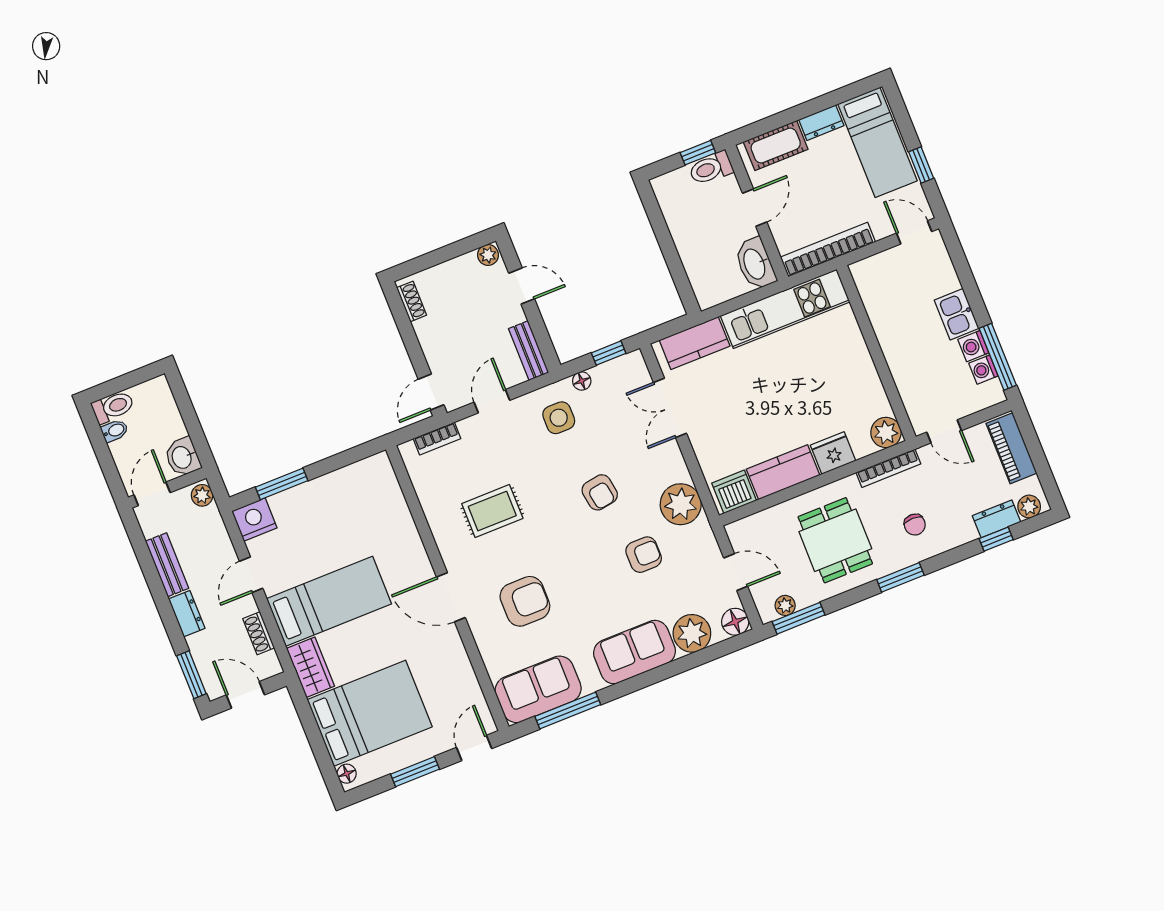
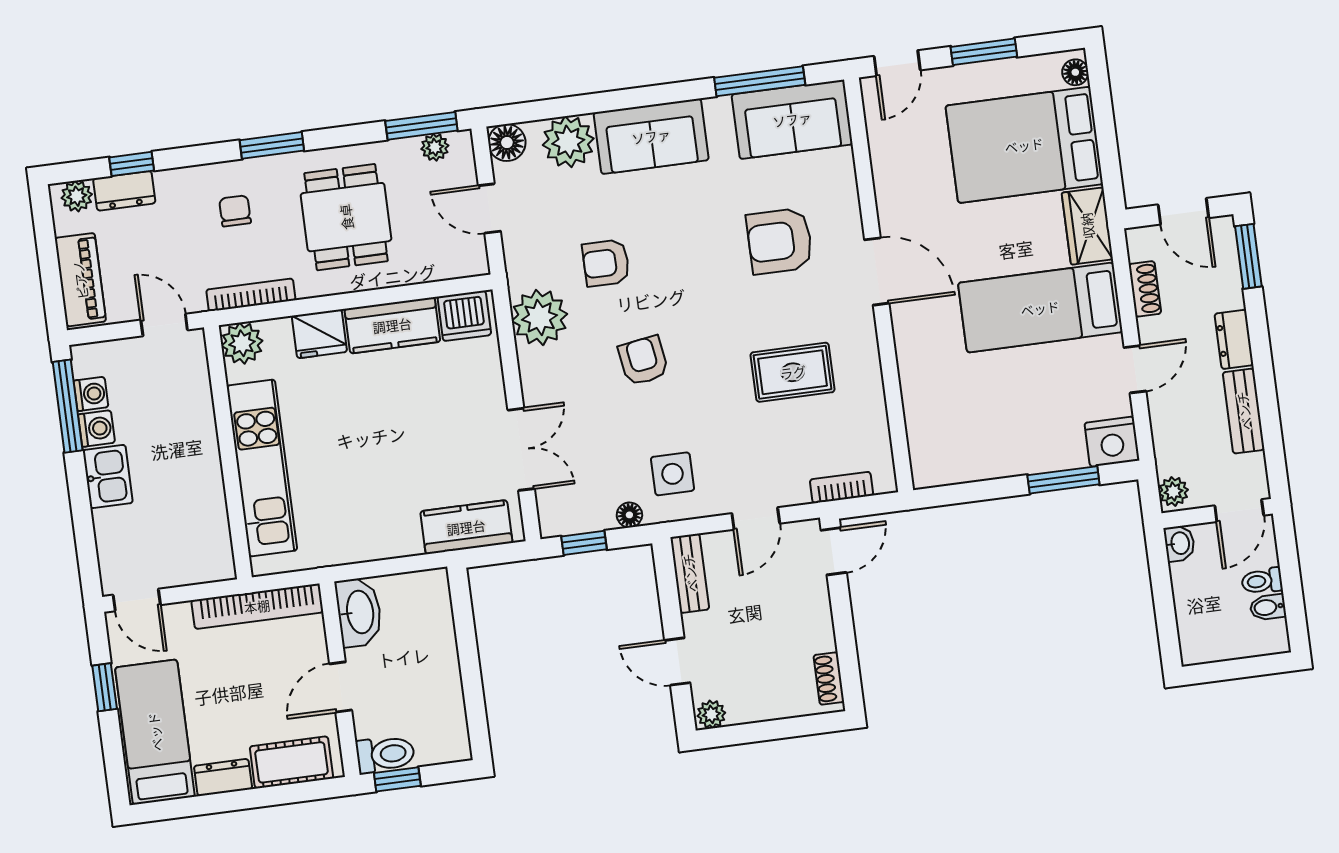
kitchen unit: (785, 309) -> (262, 468), moved, turned 90
toilet: (113, 407) -> (1262, 581), moved, width x0.73, depth x0.72
washbasin: (182, 457) -> (1179, 543), width x0.72, depth x0.69

